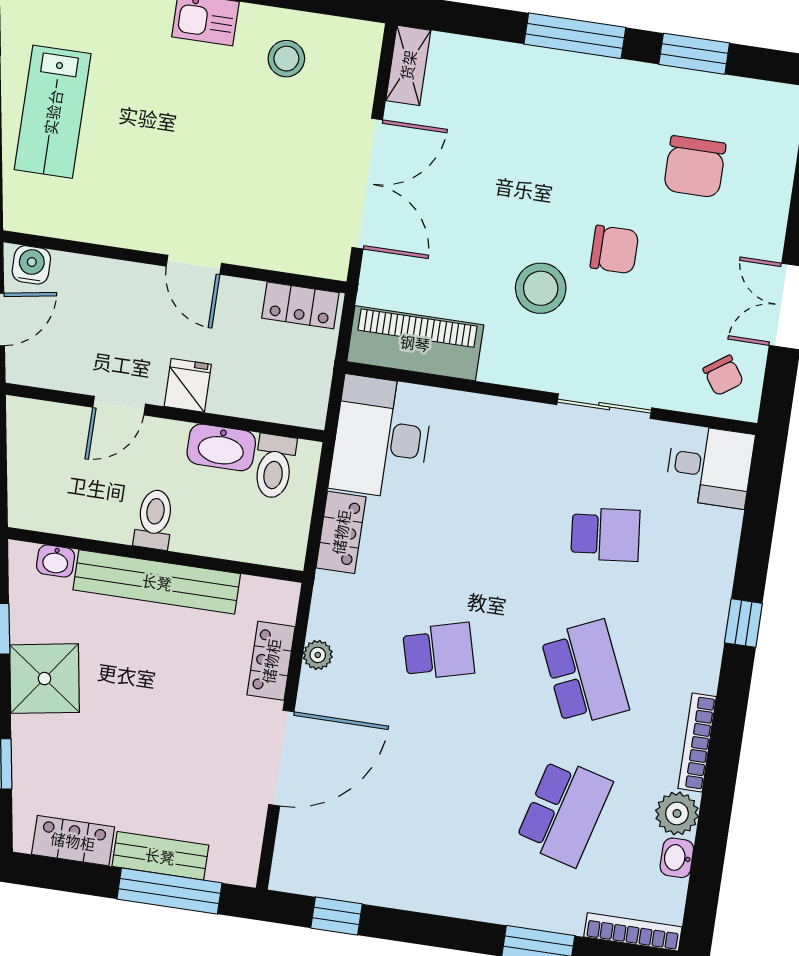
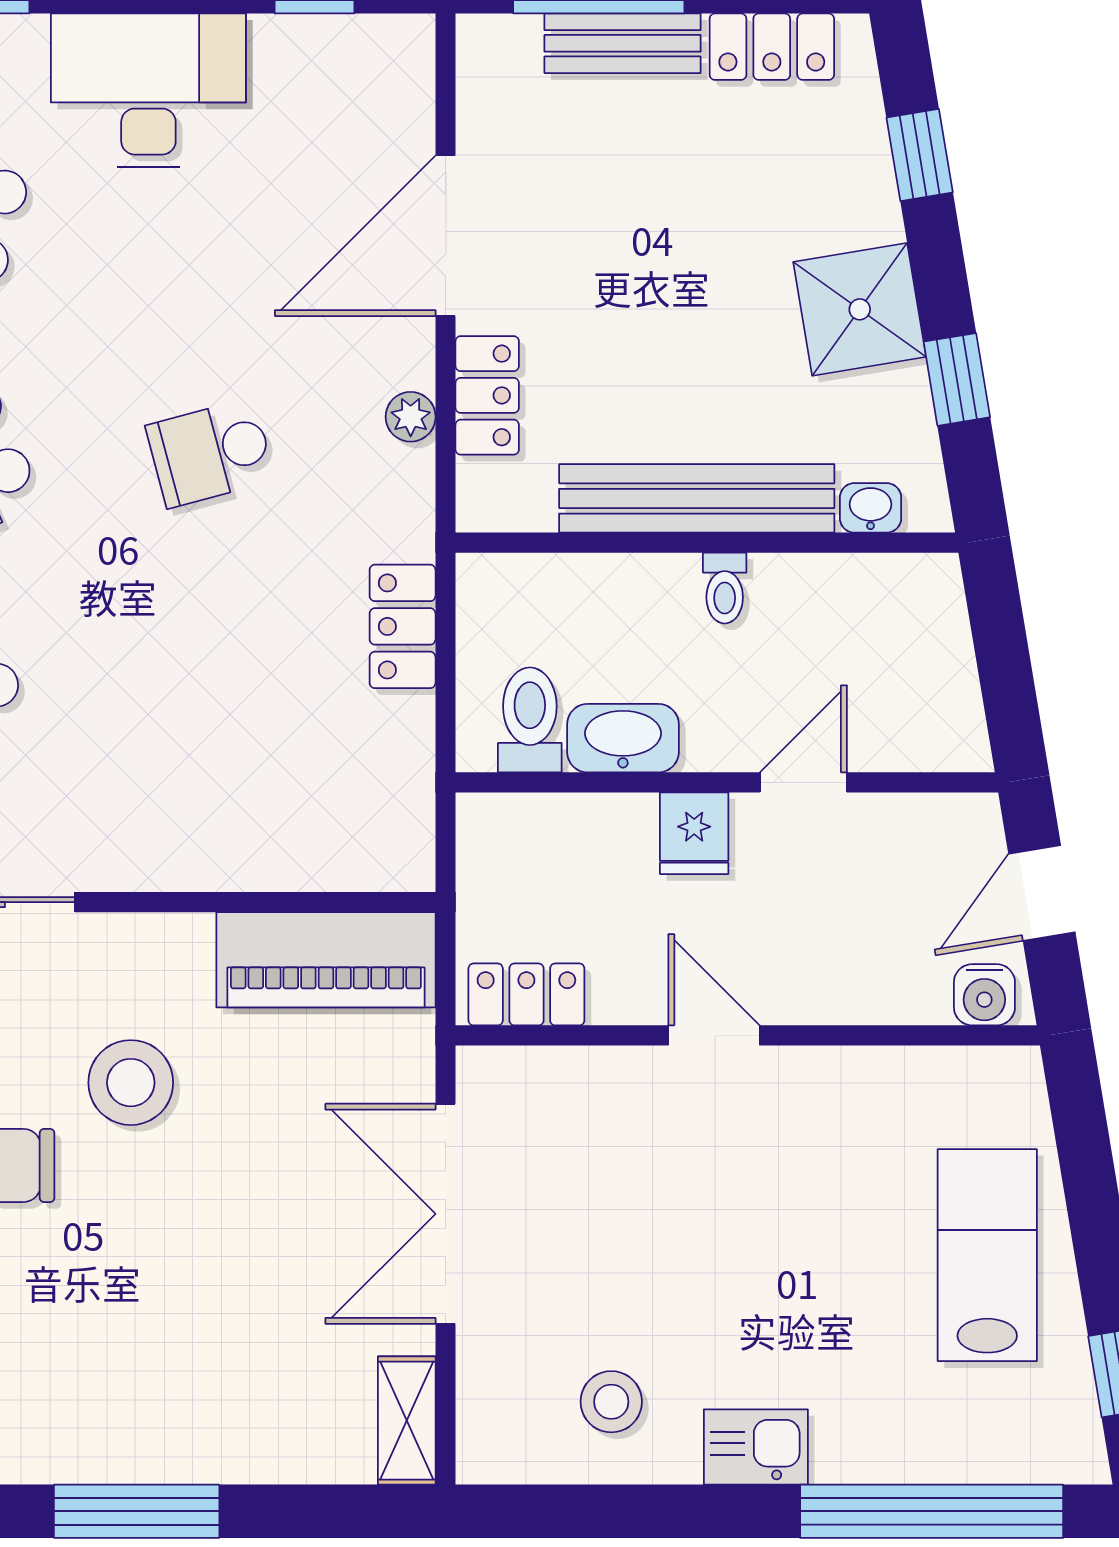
desk: (381, 437) -> (148, 90), moved, turned -90
toilet: (154, 519) -> (725, 588), width x0.73, depth x0.72

